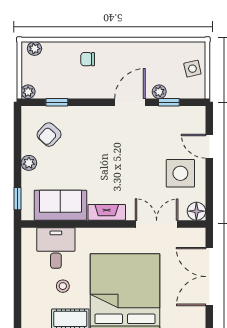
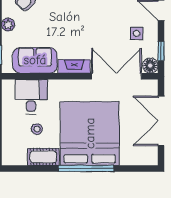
side table: (180, 173) -> (137, 33), width x0.54, depth x0.54
window: (209, 194) -> (161, 51), added
double door: (157, 224) -> (116, 76), width x1.37

